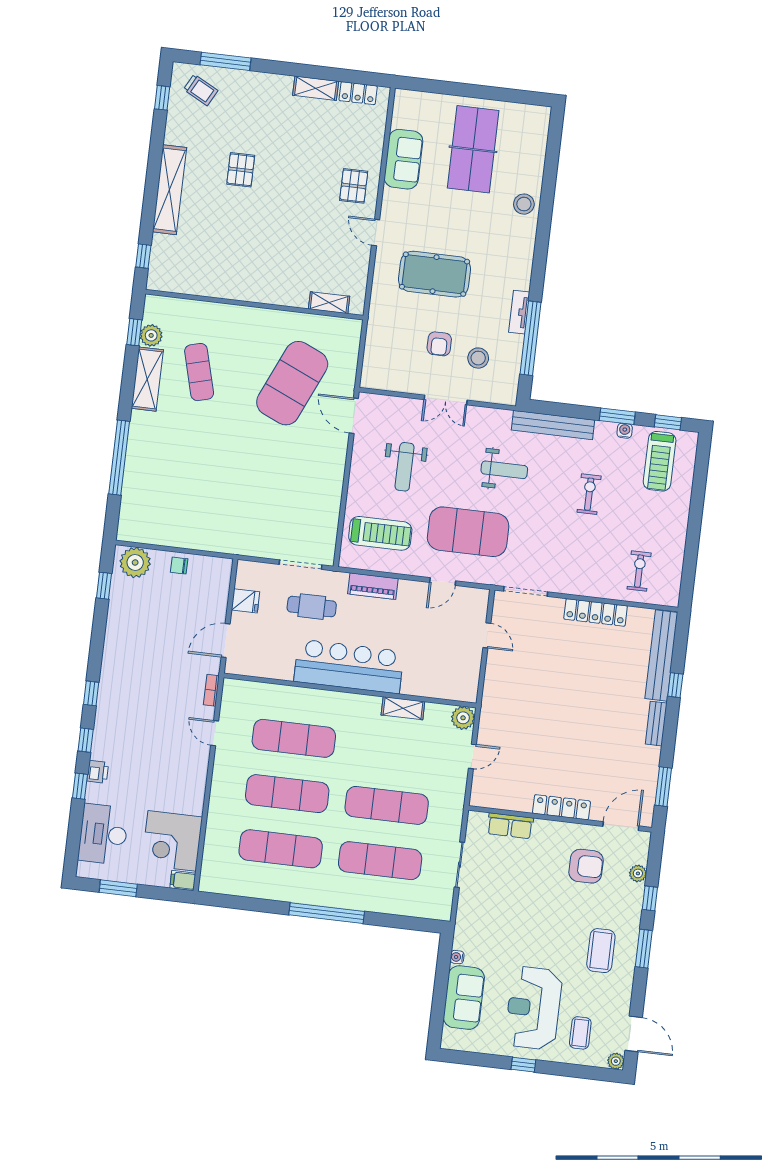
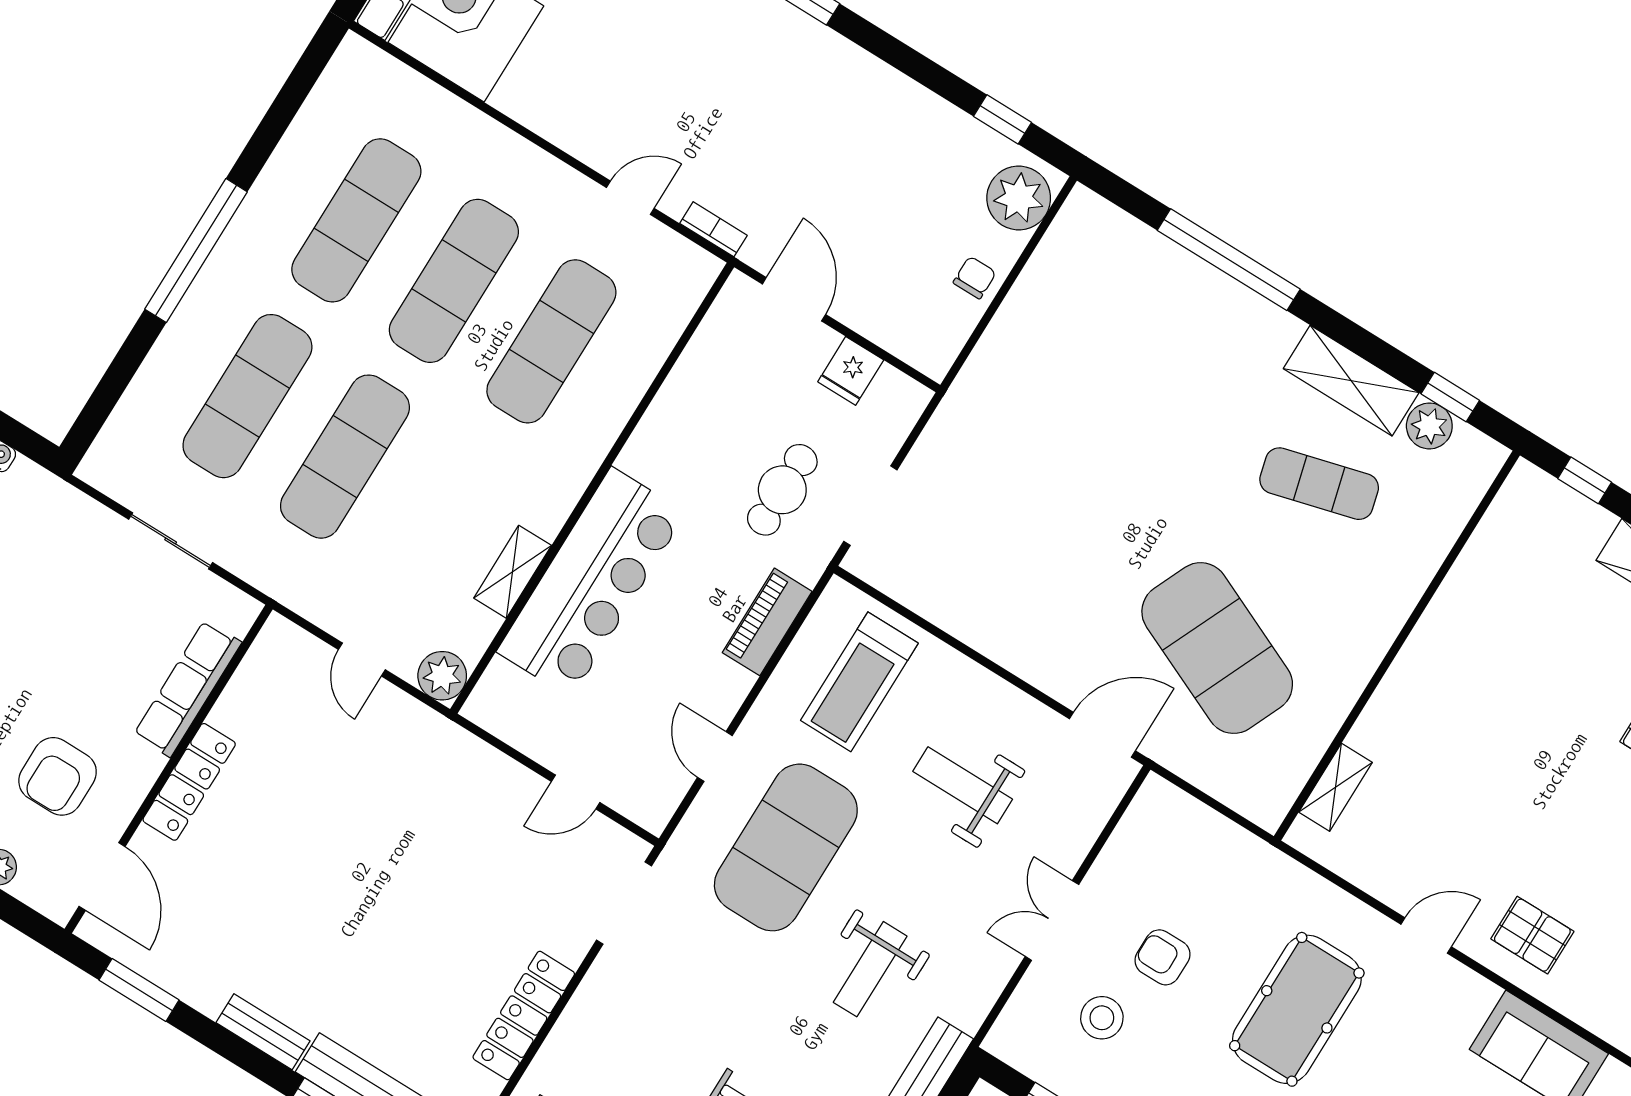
bar counter: (349, 666) -> (591, 582), moved
row of seats: (510, 826) -> (188, 689), width x1.48

